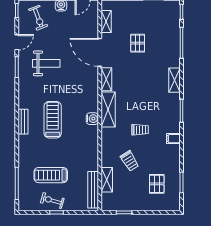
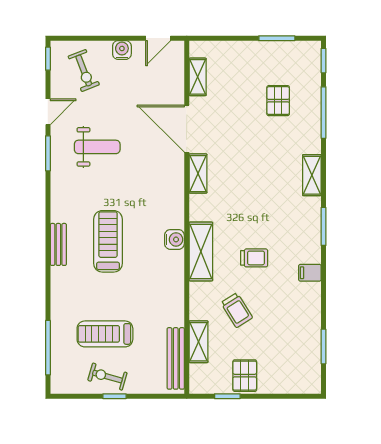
pallet: (138, 43) -> (278, 101), moved
shelving: (108, 110) -> (201, 251), moved
pallet: (157, 184) -> (245, 376), moved

